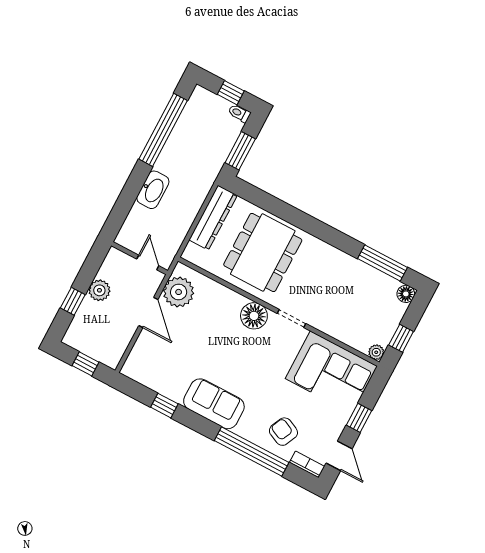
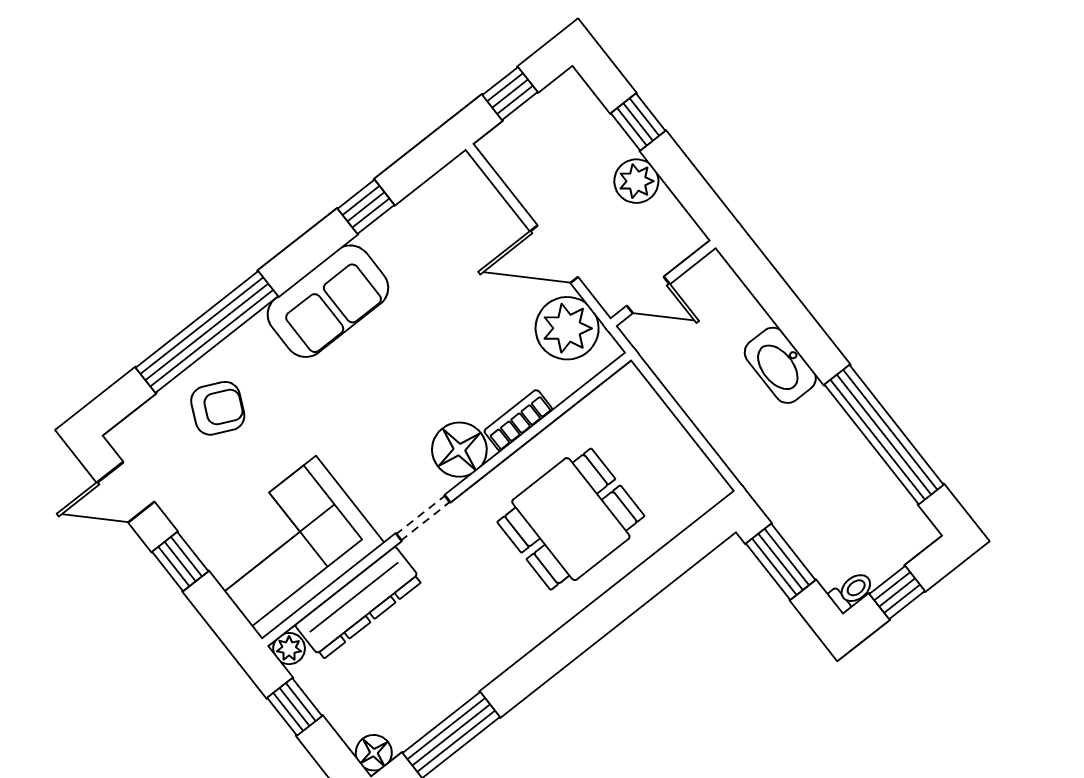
dresser: (213, 218) -> (358, 603), moved, turned -90
dining table: (263, 252) -> (571, 519), width x0.73
bookcase: (307, 464) -> (518, 420), moved, turned 180

